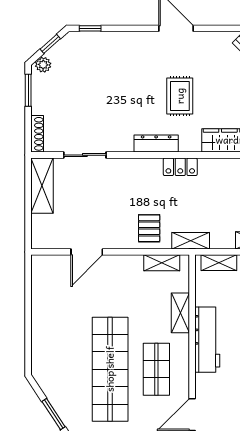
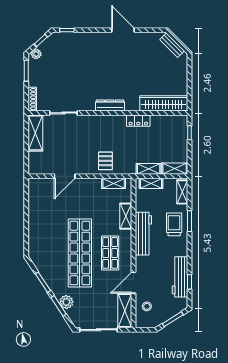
rug: (180, 96) -> (125, 74), removed
locker: (180, 167) -> (138, 121), moved
shelving: (191, 241) -> (149, 169), moved

